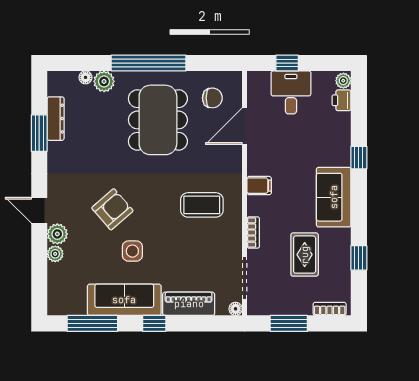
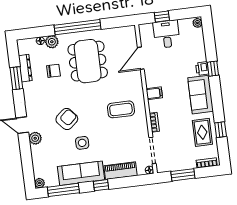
chair: (212, 98) -> (53, 71), moved
printer: (341, 100) -> (202, 69), moved
plant: (55, 254) -> (39, 183), moved
rug: (305, 255) -> (202, 132), moved

